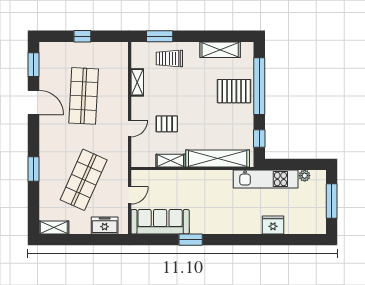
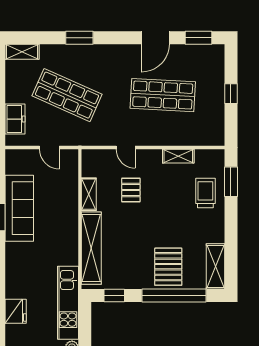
shelving: (220, 50) -> (216, 266), moved
sofa: (160, 222) -> (19, 208), moved
shelving: (54, 227) -> (22, 52), moved, turned 90

